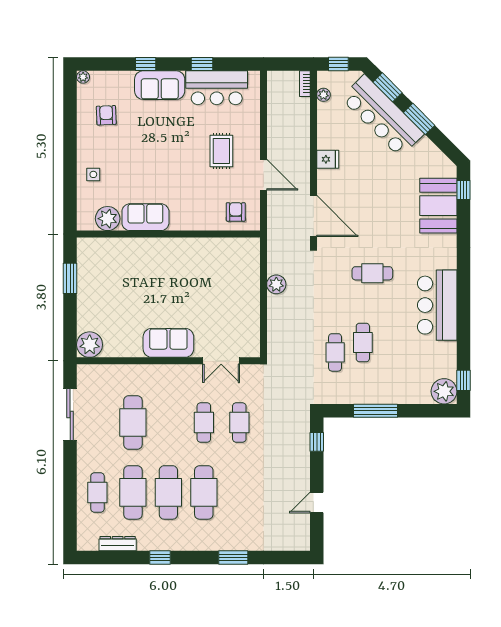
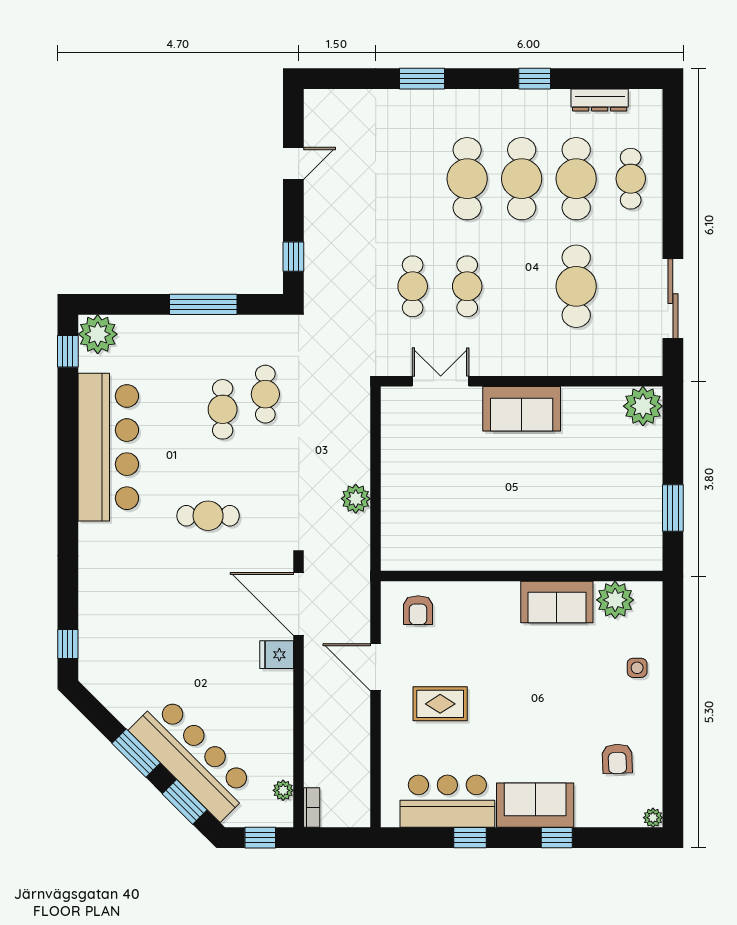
rug: (221, 151) -> (440, 704), turned 90
fridge: (328, 159) -> (277, 655), moved
booth: (438, 206) -> (106, 620), removed
bar counter: (437, 305) -> (108, 447), width x1.36

